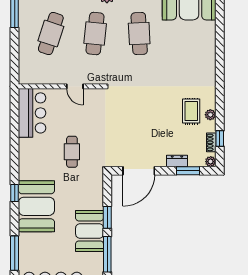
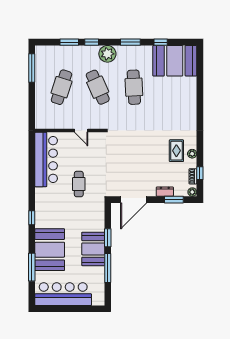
cafe table: (95, 34) -> (98, 87), turned -30
bar counter: (32, 113) -> (46, 160), width x1.36
booth: (36, 206) -> (50, 250), moved

